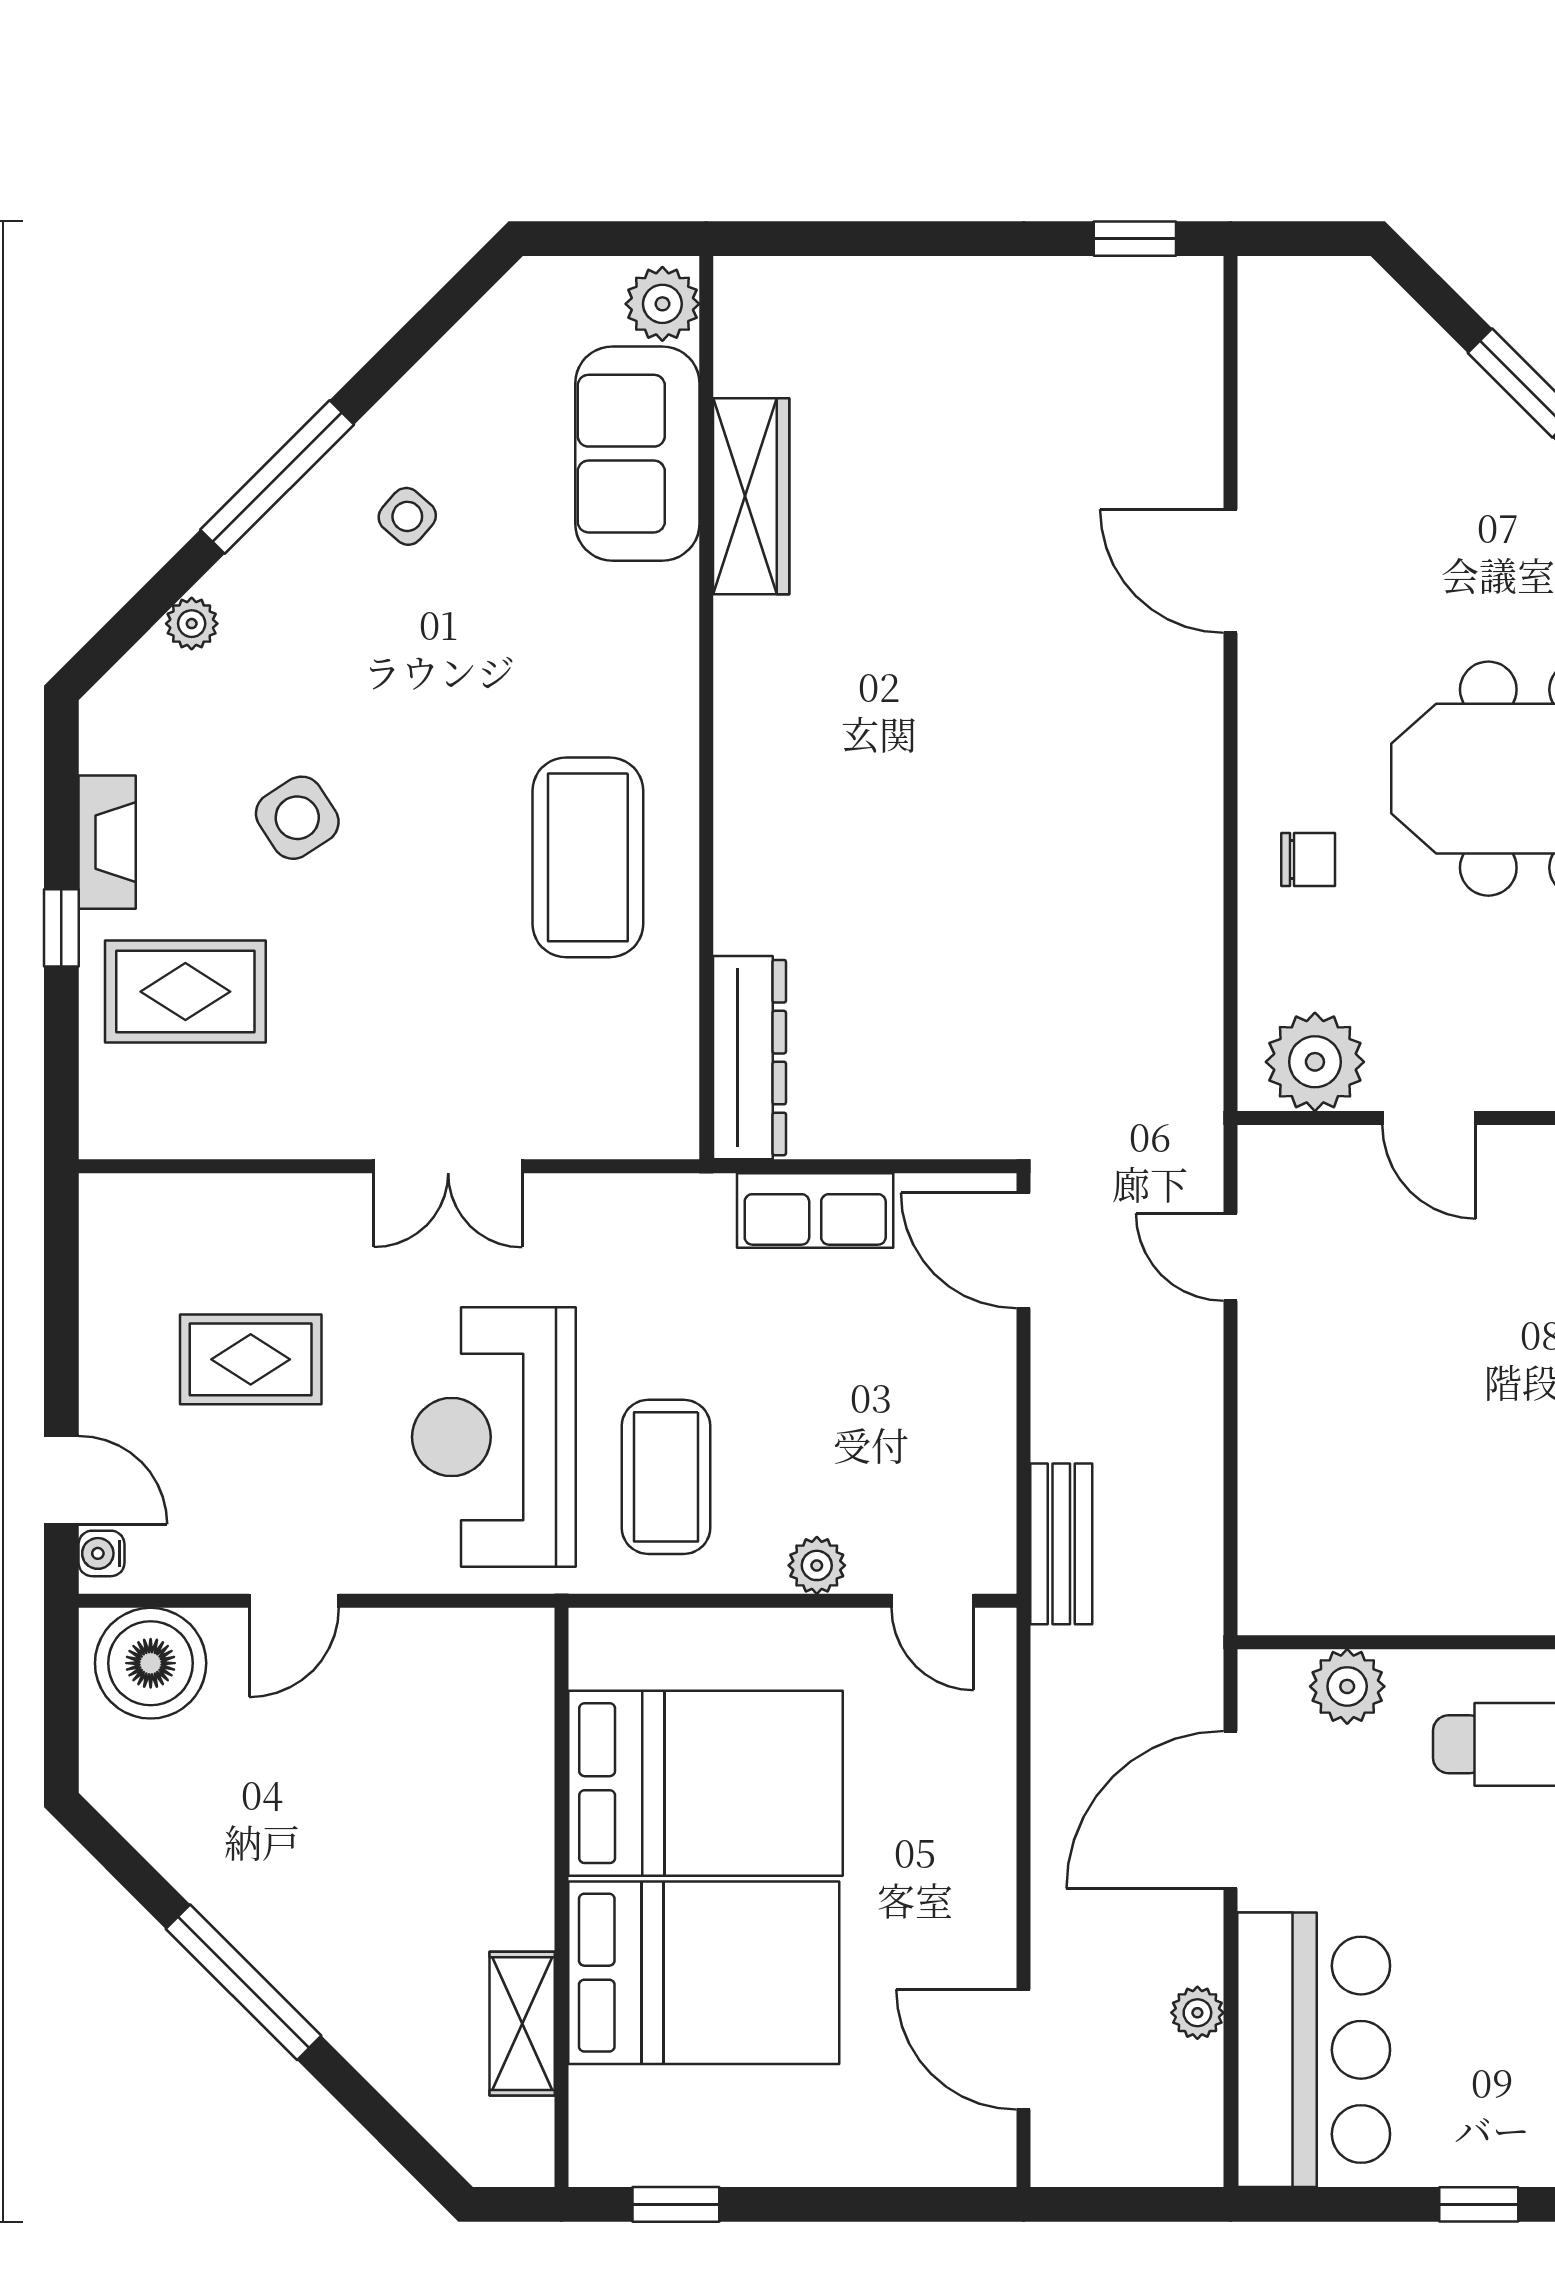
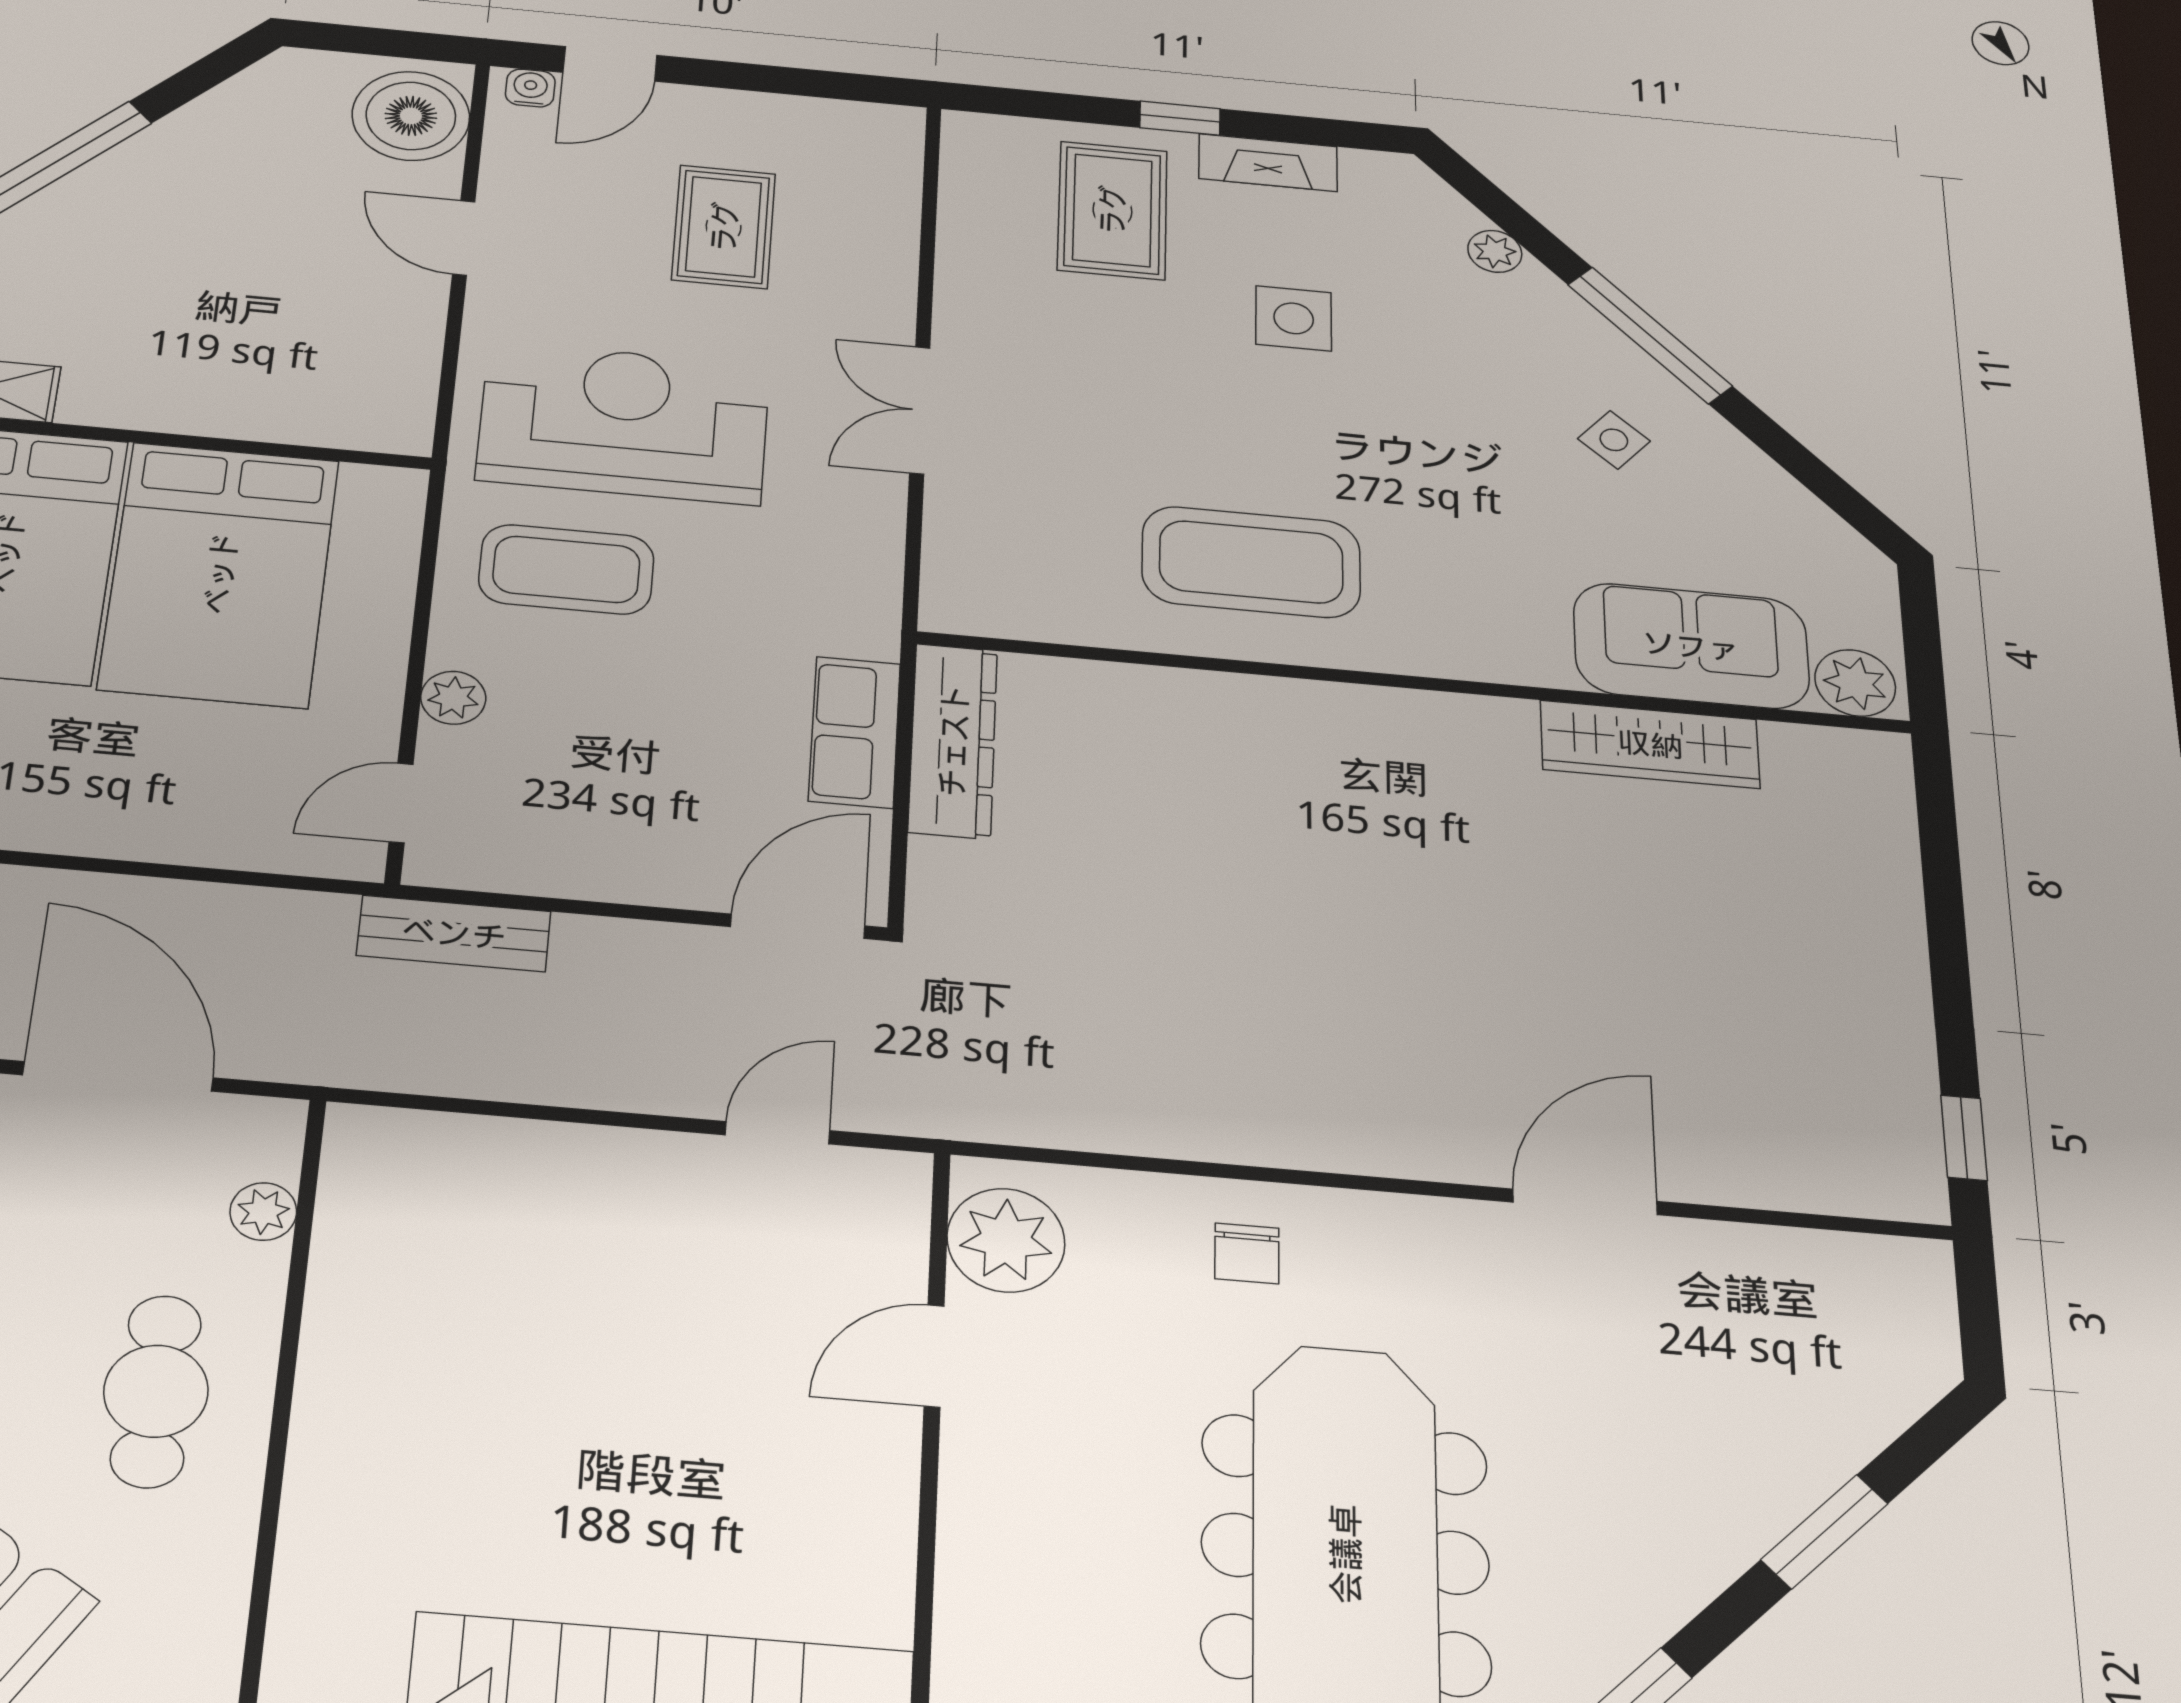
side table: (297, 818) -> (1294, 318), turned 33
dresser: (749, 1058) -> (953, 741), moved, turned -90
plant: (1347, 1686) -> (263, 1212), width x0.73, depth x0.73

